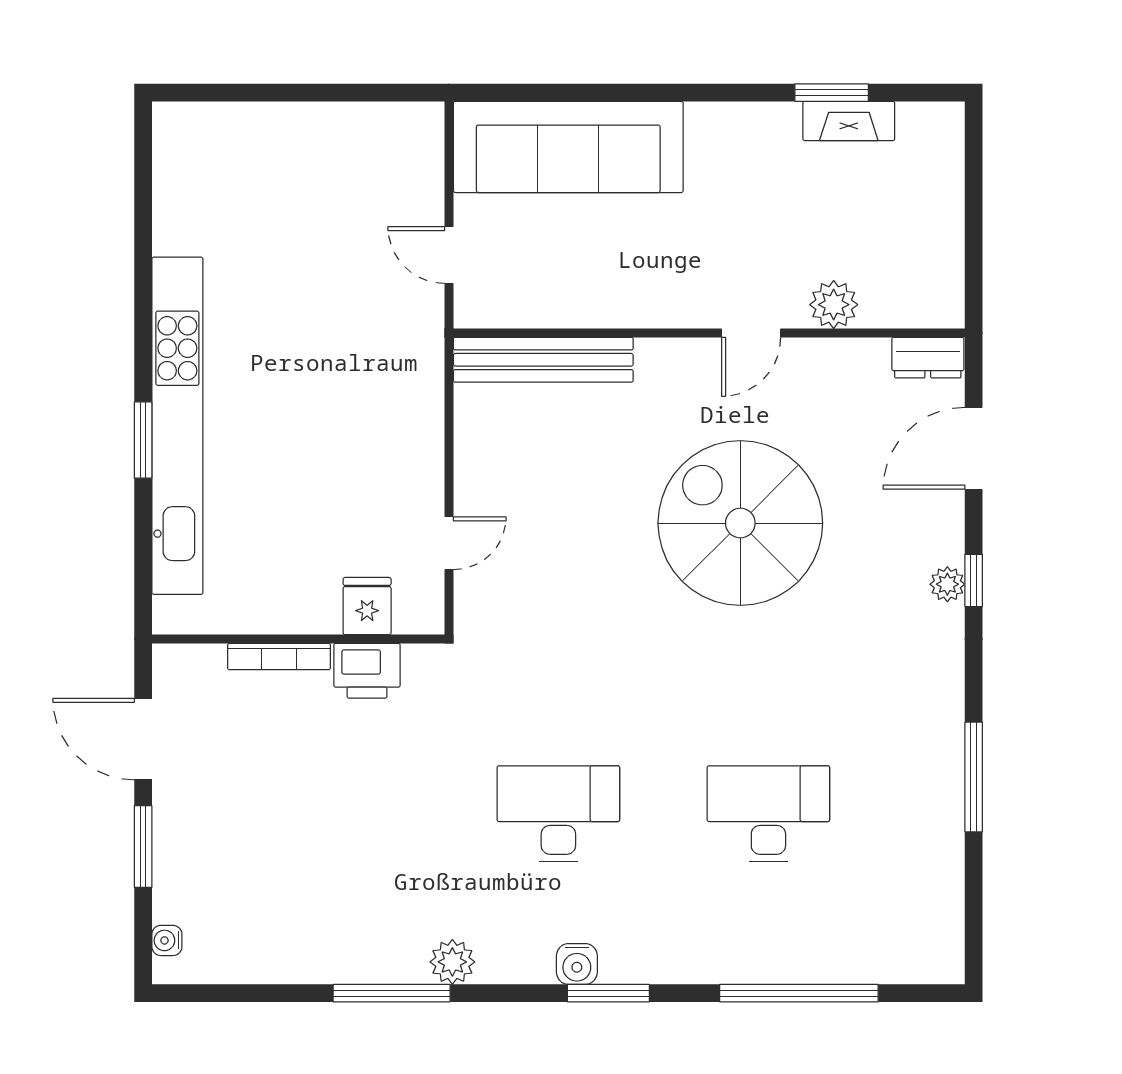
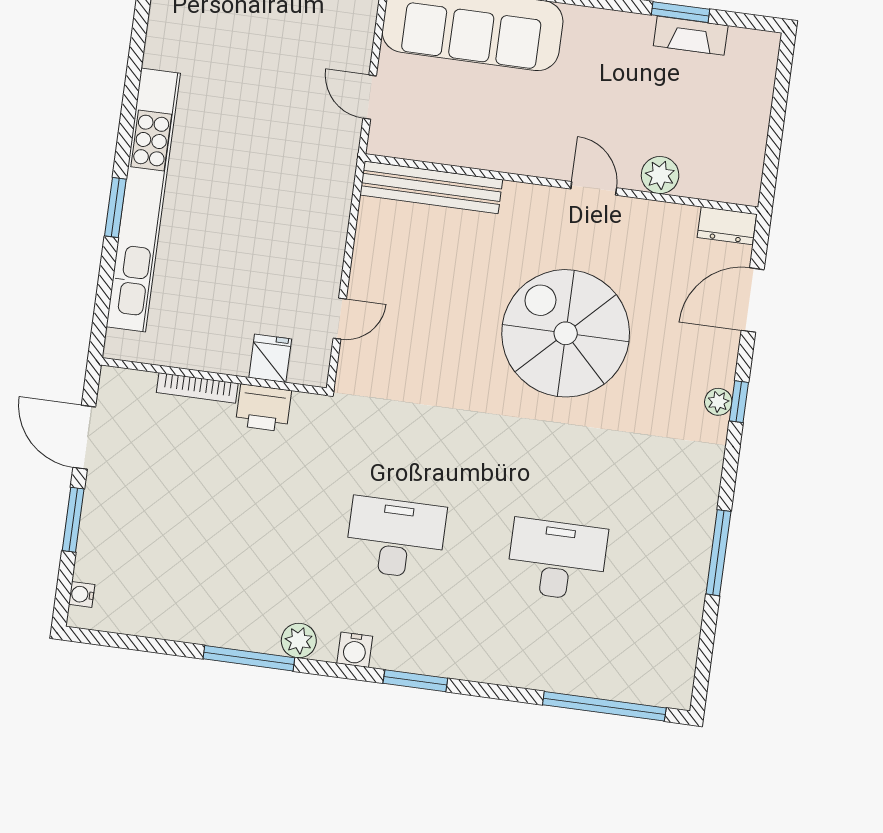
door: (751, 333) -> (594, 188), swing flipped
water cooler: (577, 964) -> (355, 650), moved
window: (799, 993) -> (604, 706), moved

